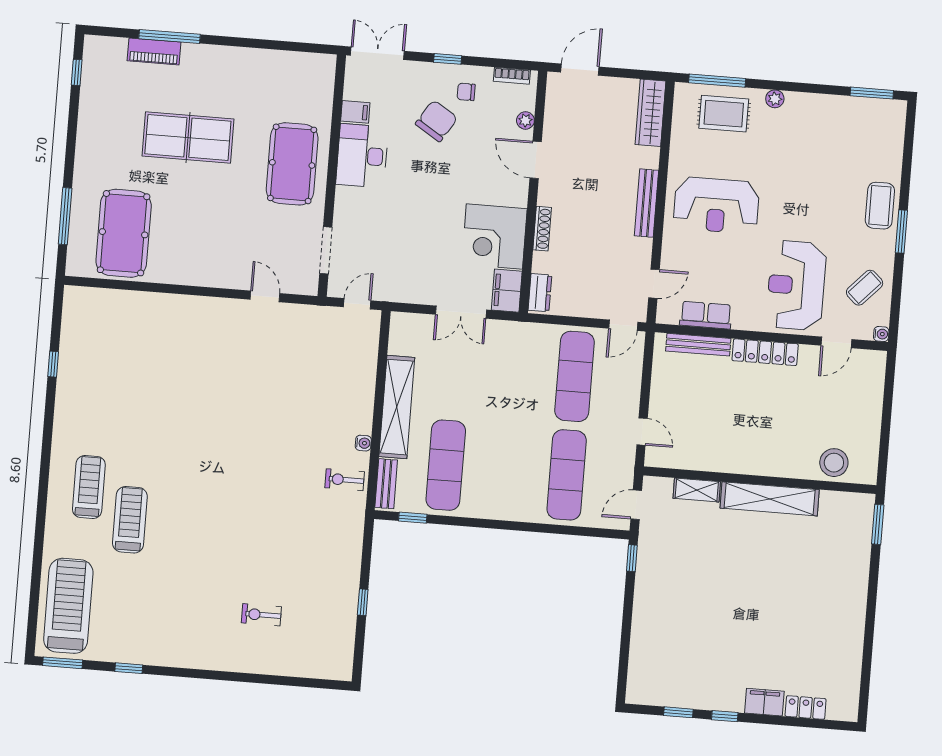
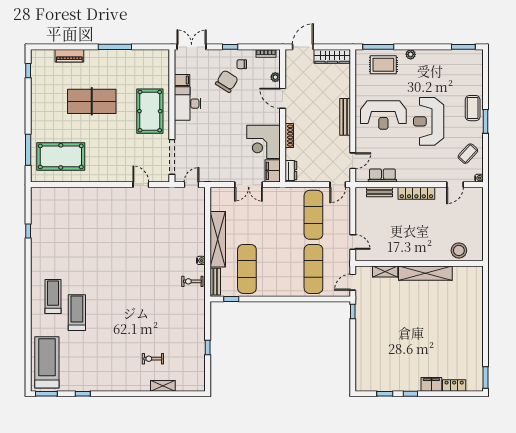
window: (169, 37) -> (115, 47), moved
wardrobe: (650, 113) -> (332, 56), moved, turned -90
pool table: (124, 233) -> (61, 156), turned 90
doorway: (326, 250) -> (172, 157), width x1.36
reception desk: (796, 285) -> (429, 121), moved
bench: (698, 345) -> (380, 192), width x0.73
window: (878, 524) -> (486, 378), moved
shelving: (276, 665) -> (163, 386), added

